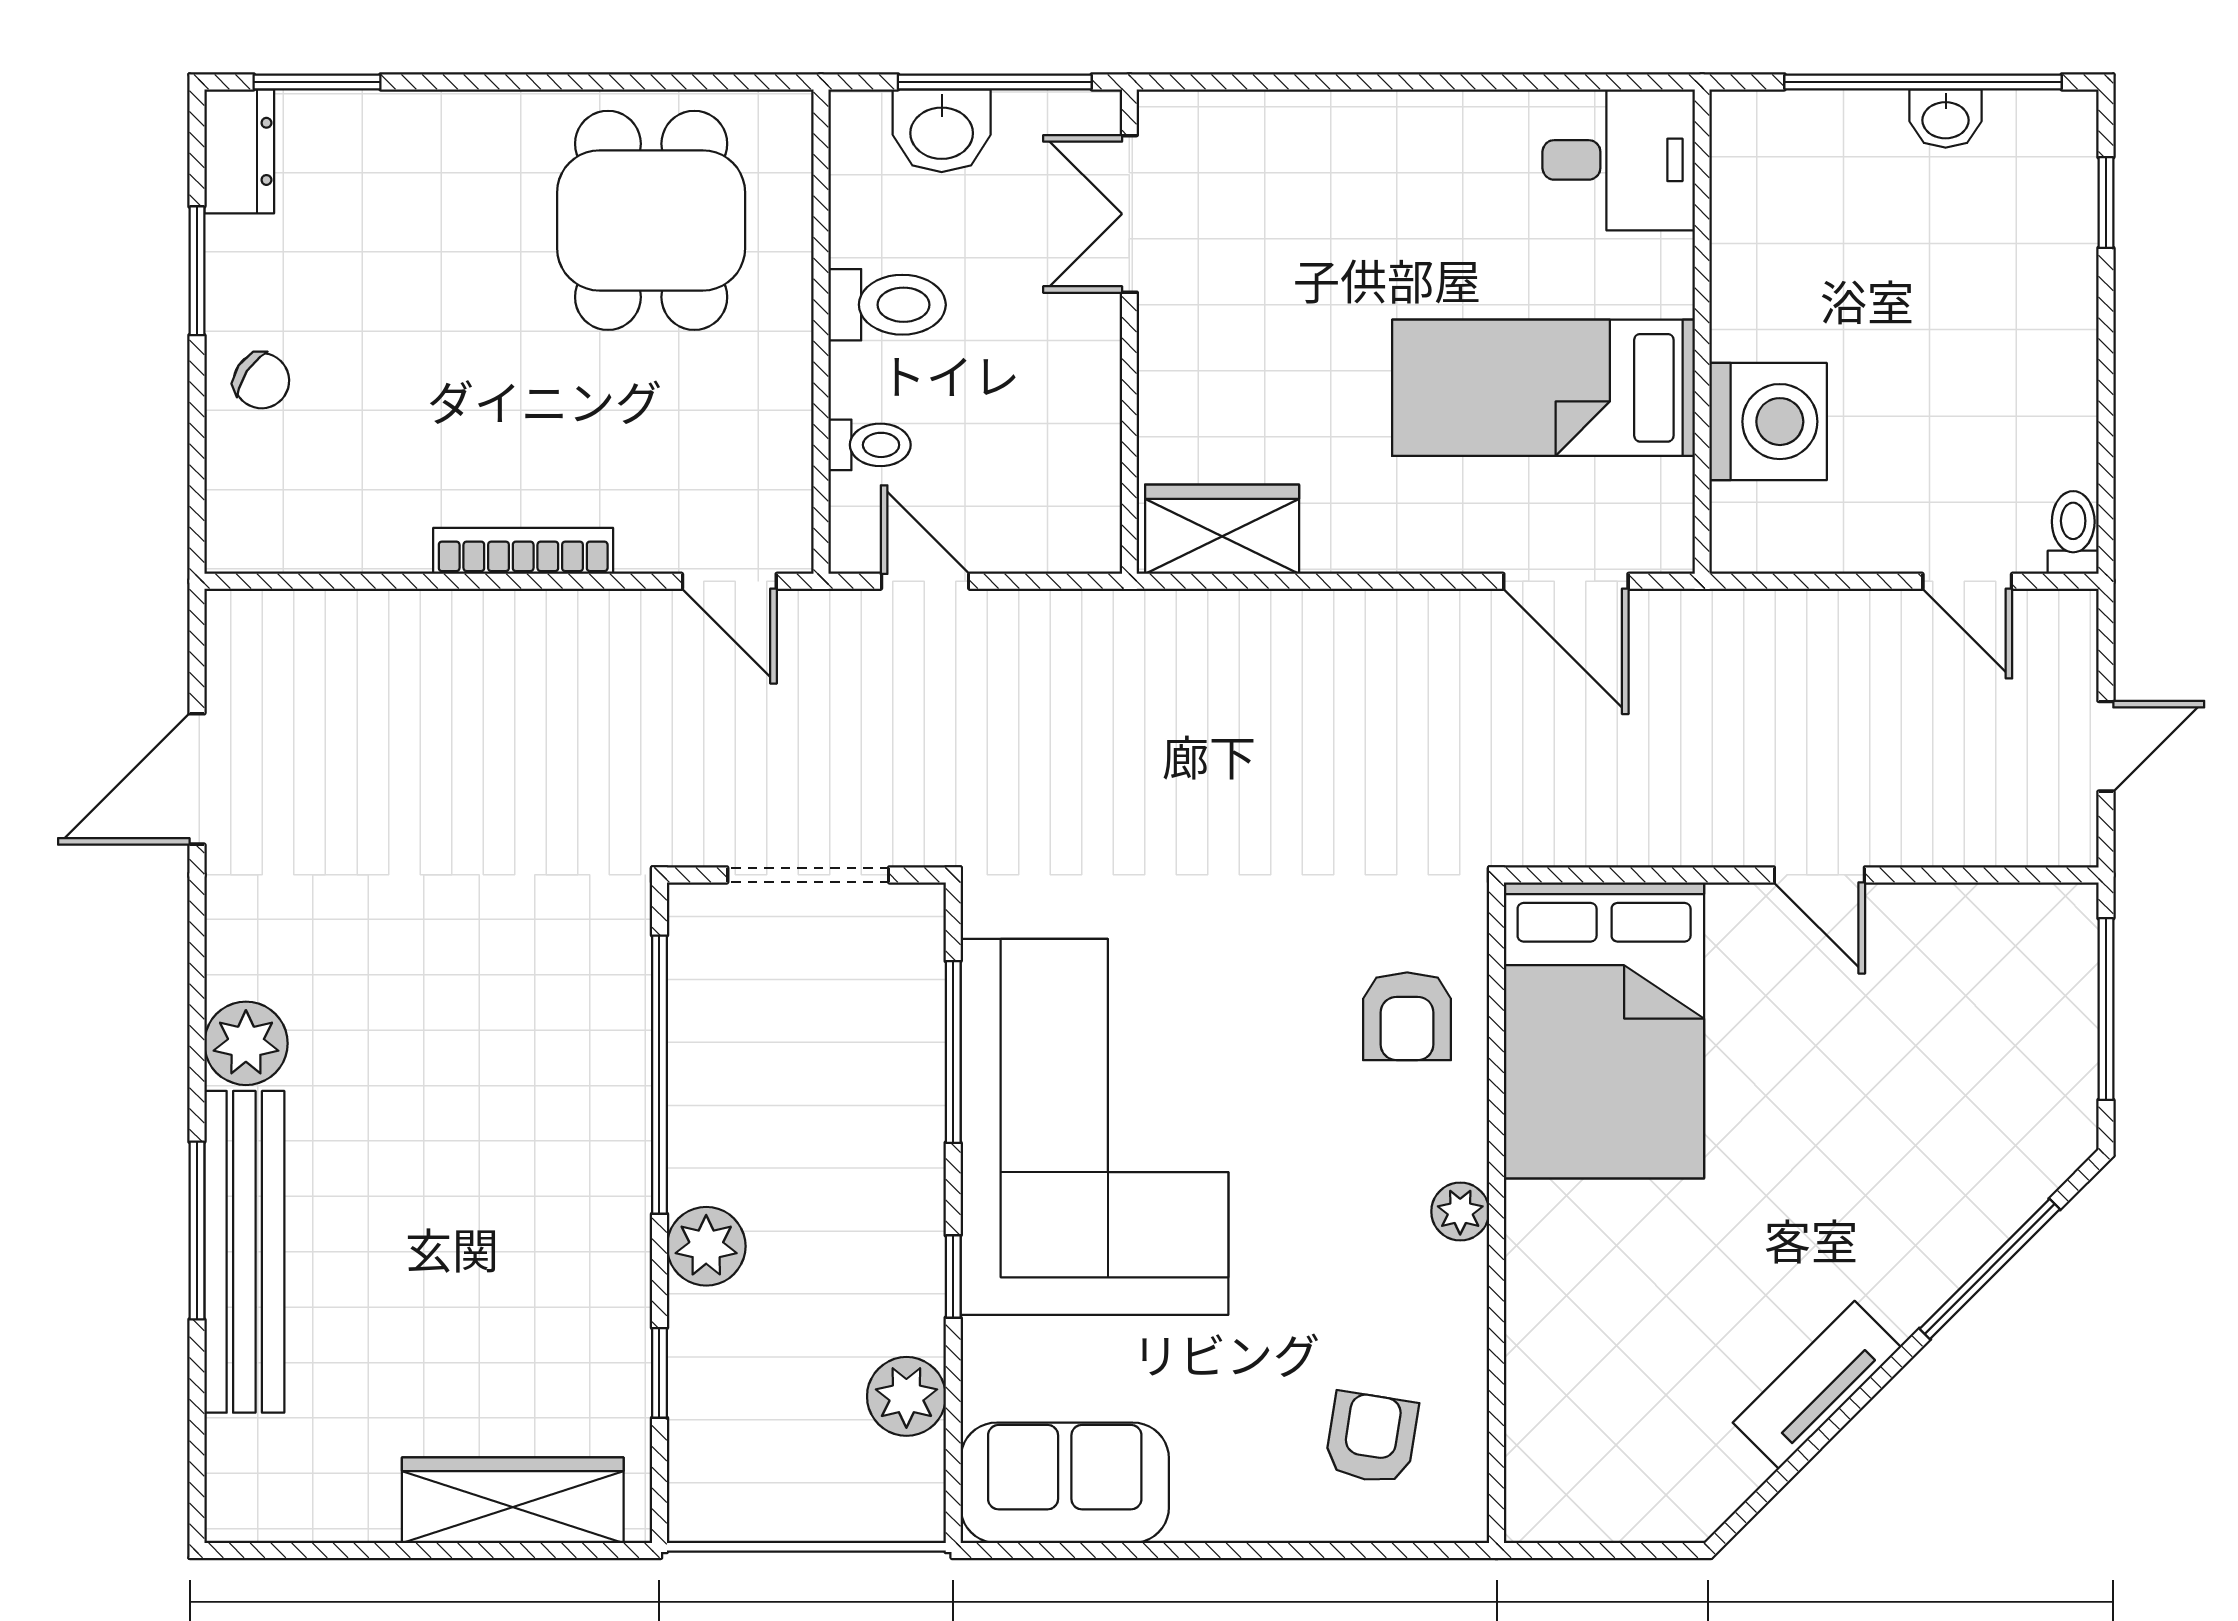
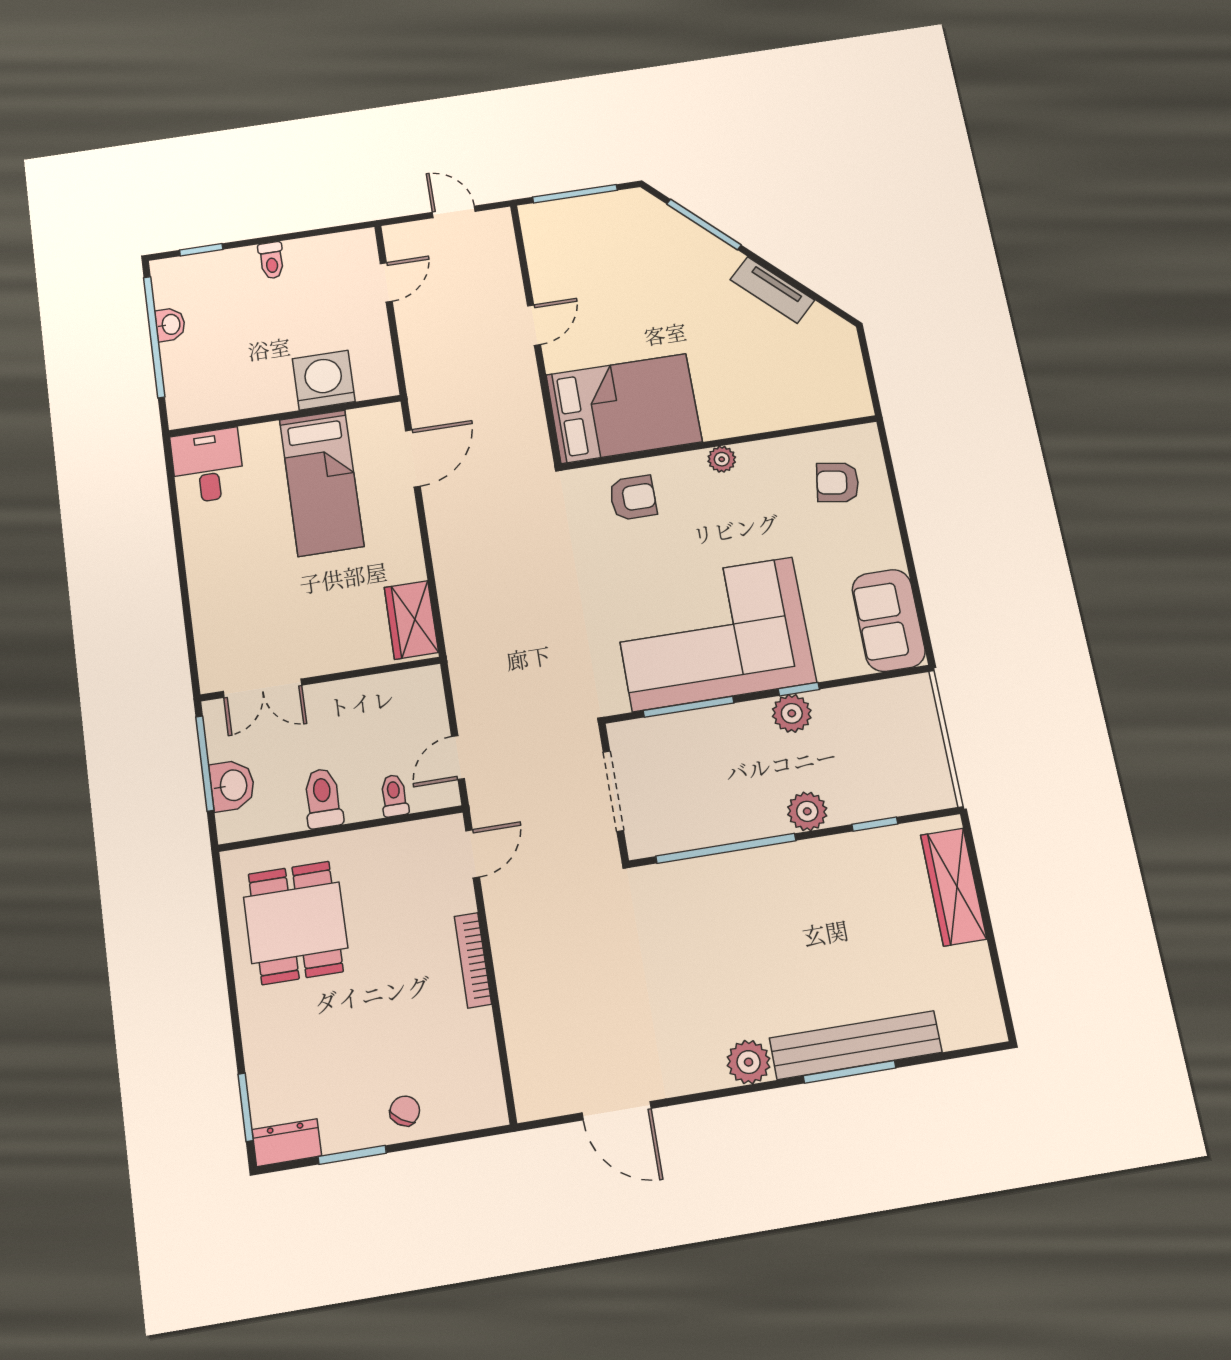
dining table: (651, 220) -> (296, 923), turned 90
toilet: (2073, 532) -> (271, 260), moved, turned -90
plant: (906, 1396) -> (792, 713), moved

